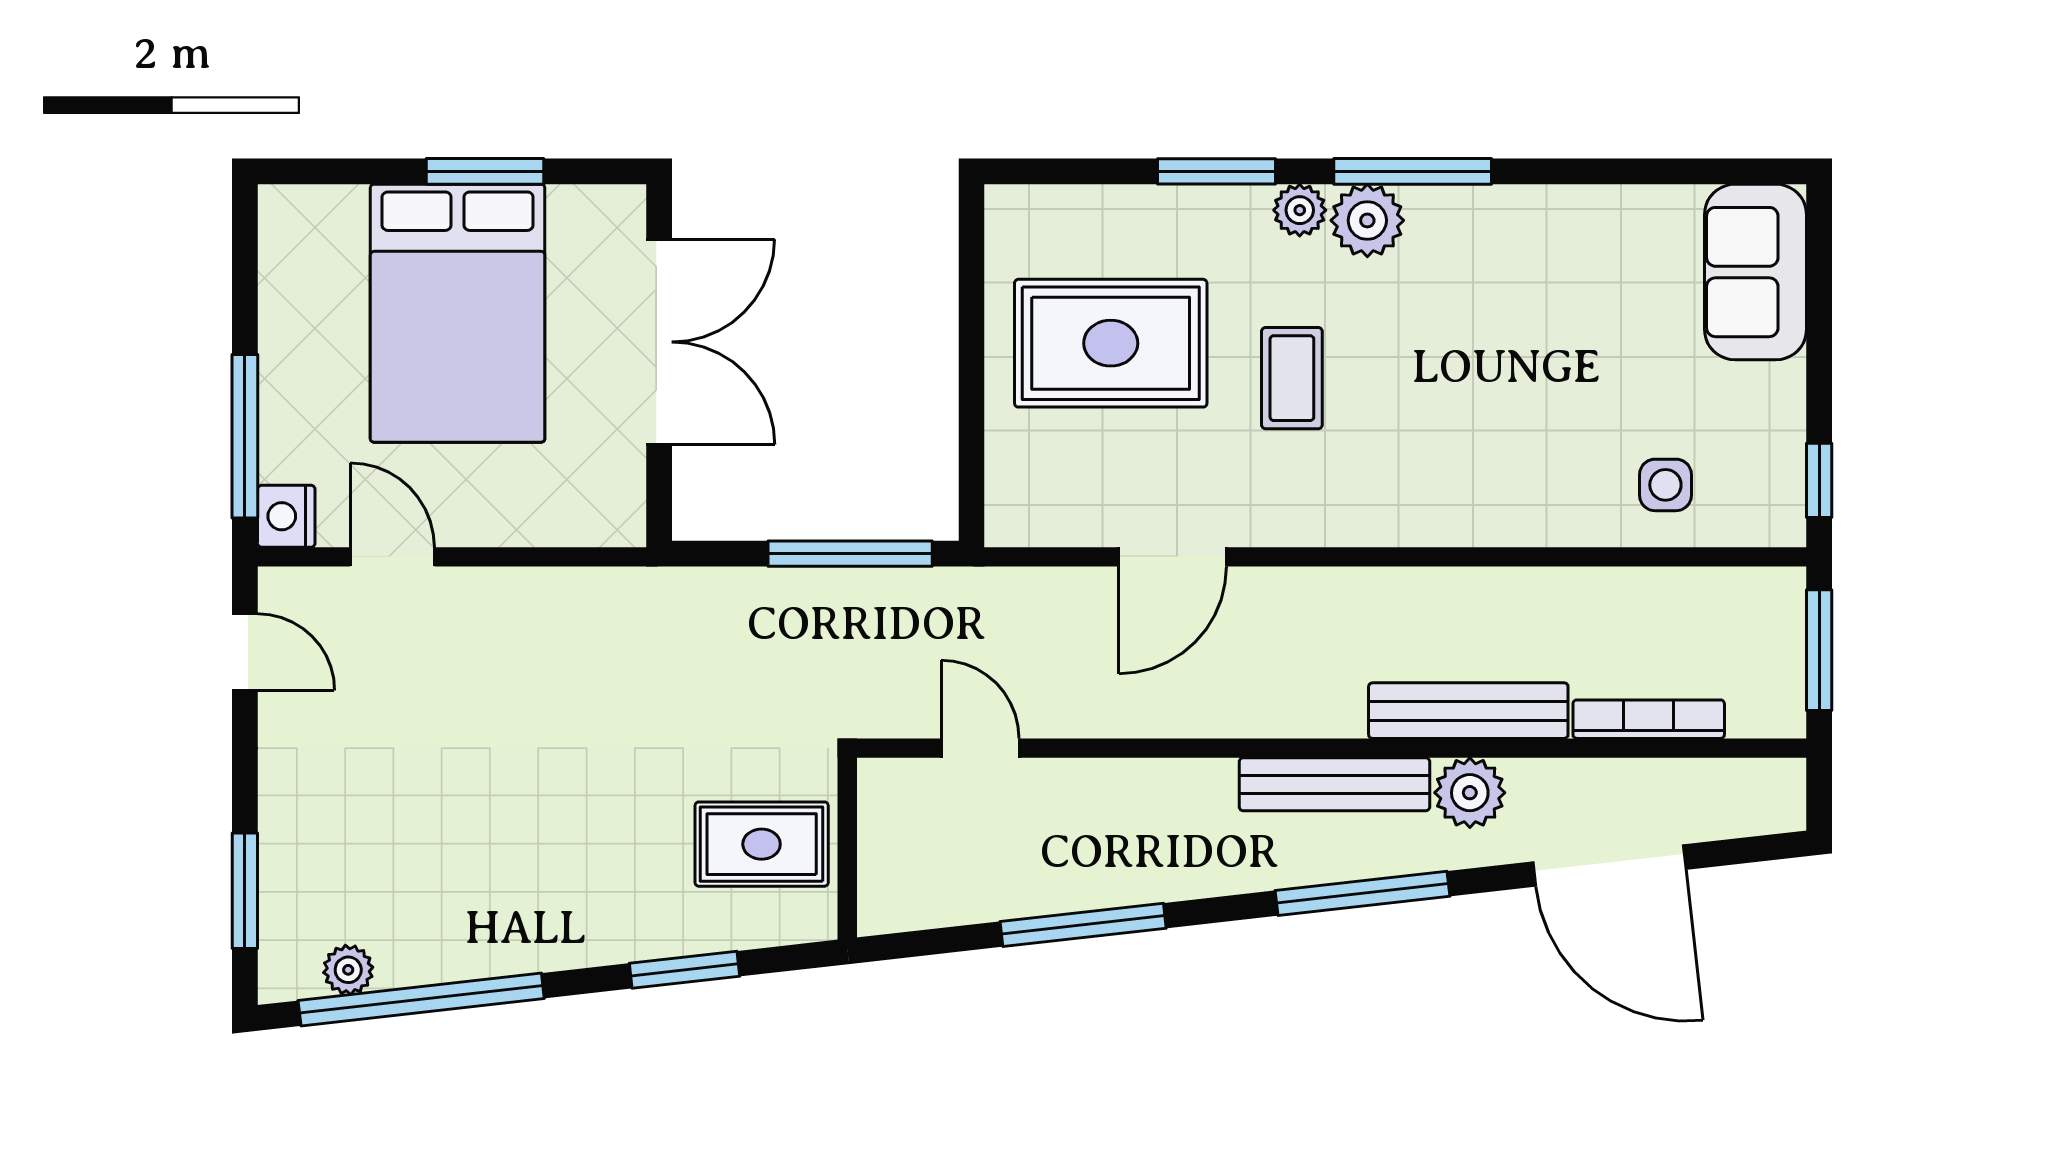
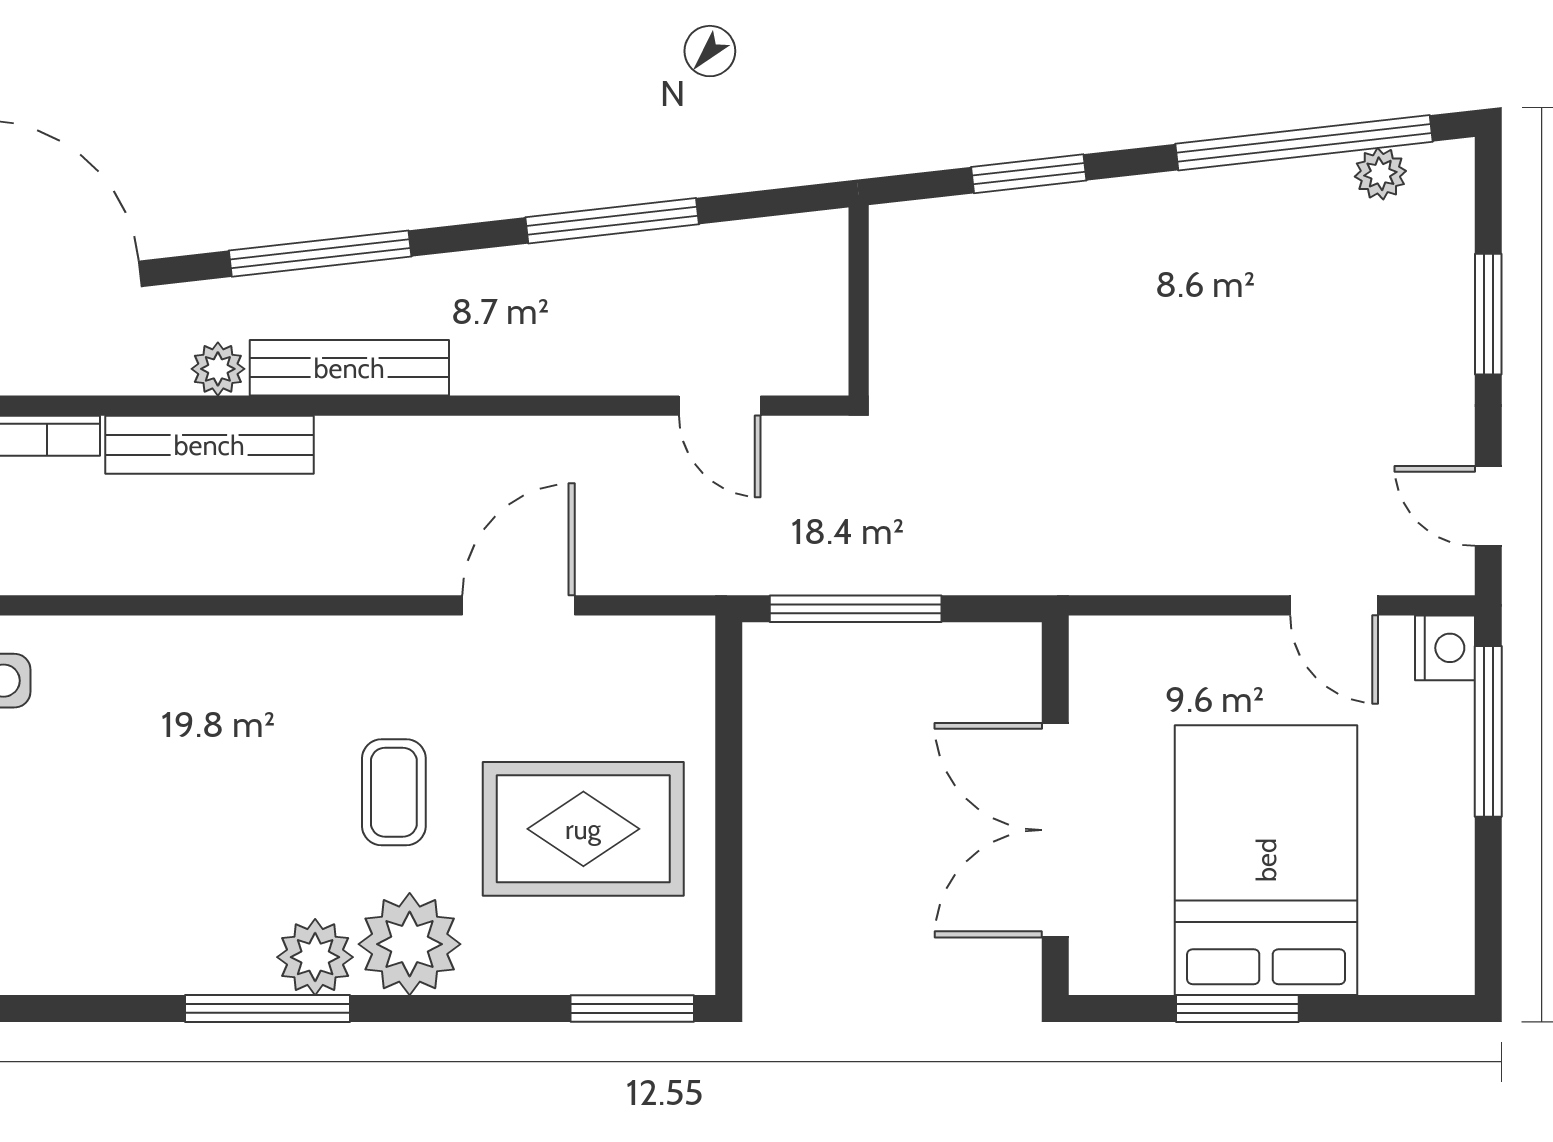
window: (1217, 171) -> (632, 1008), moved
plant: (1300, 210) -> (410, 944), width x1.88, depth x1.88
plant: (1470, 793) -> (218, 369), width x0.73, depth x0.73
rug: (762, 844) -> (948, 305), removed
window: (245, 891) -> (1488, 314), moved

